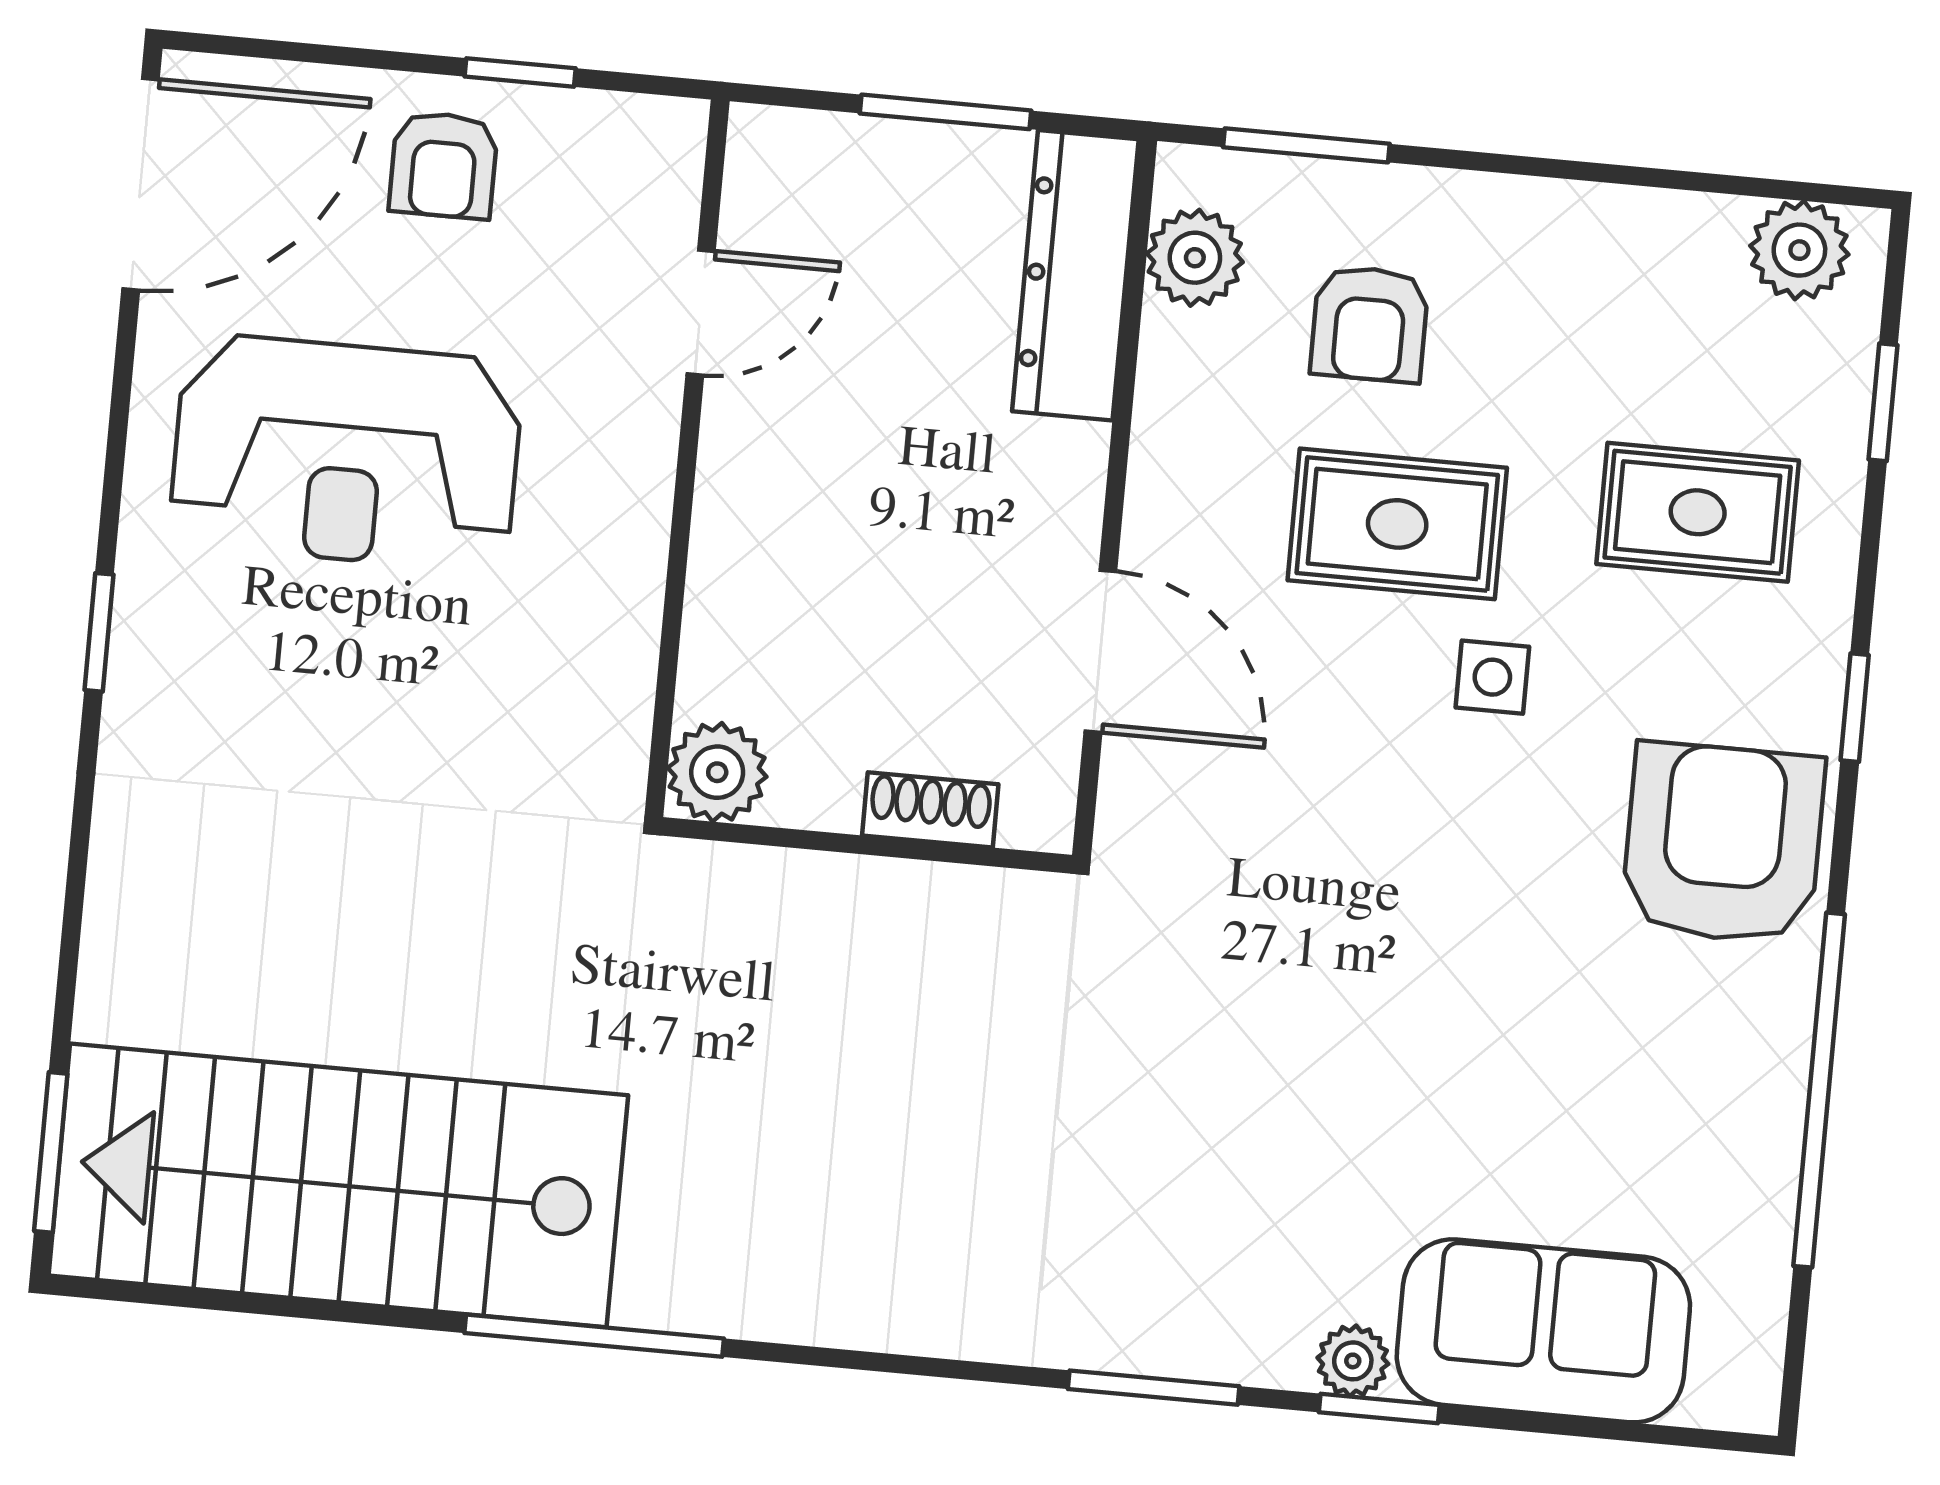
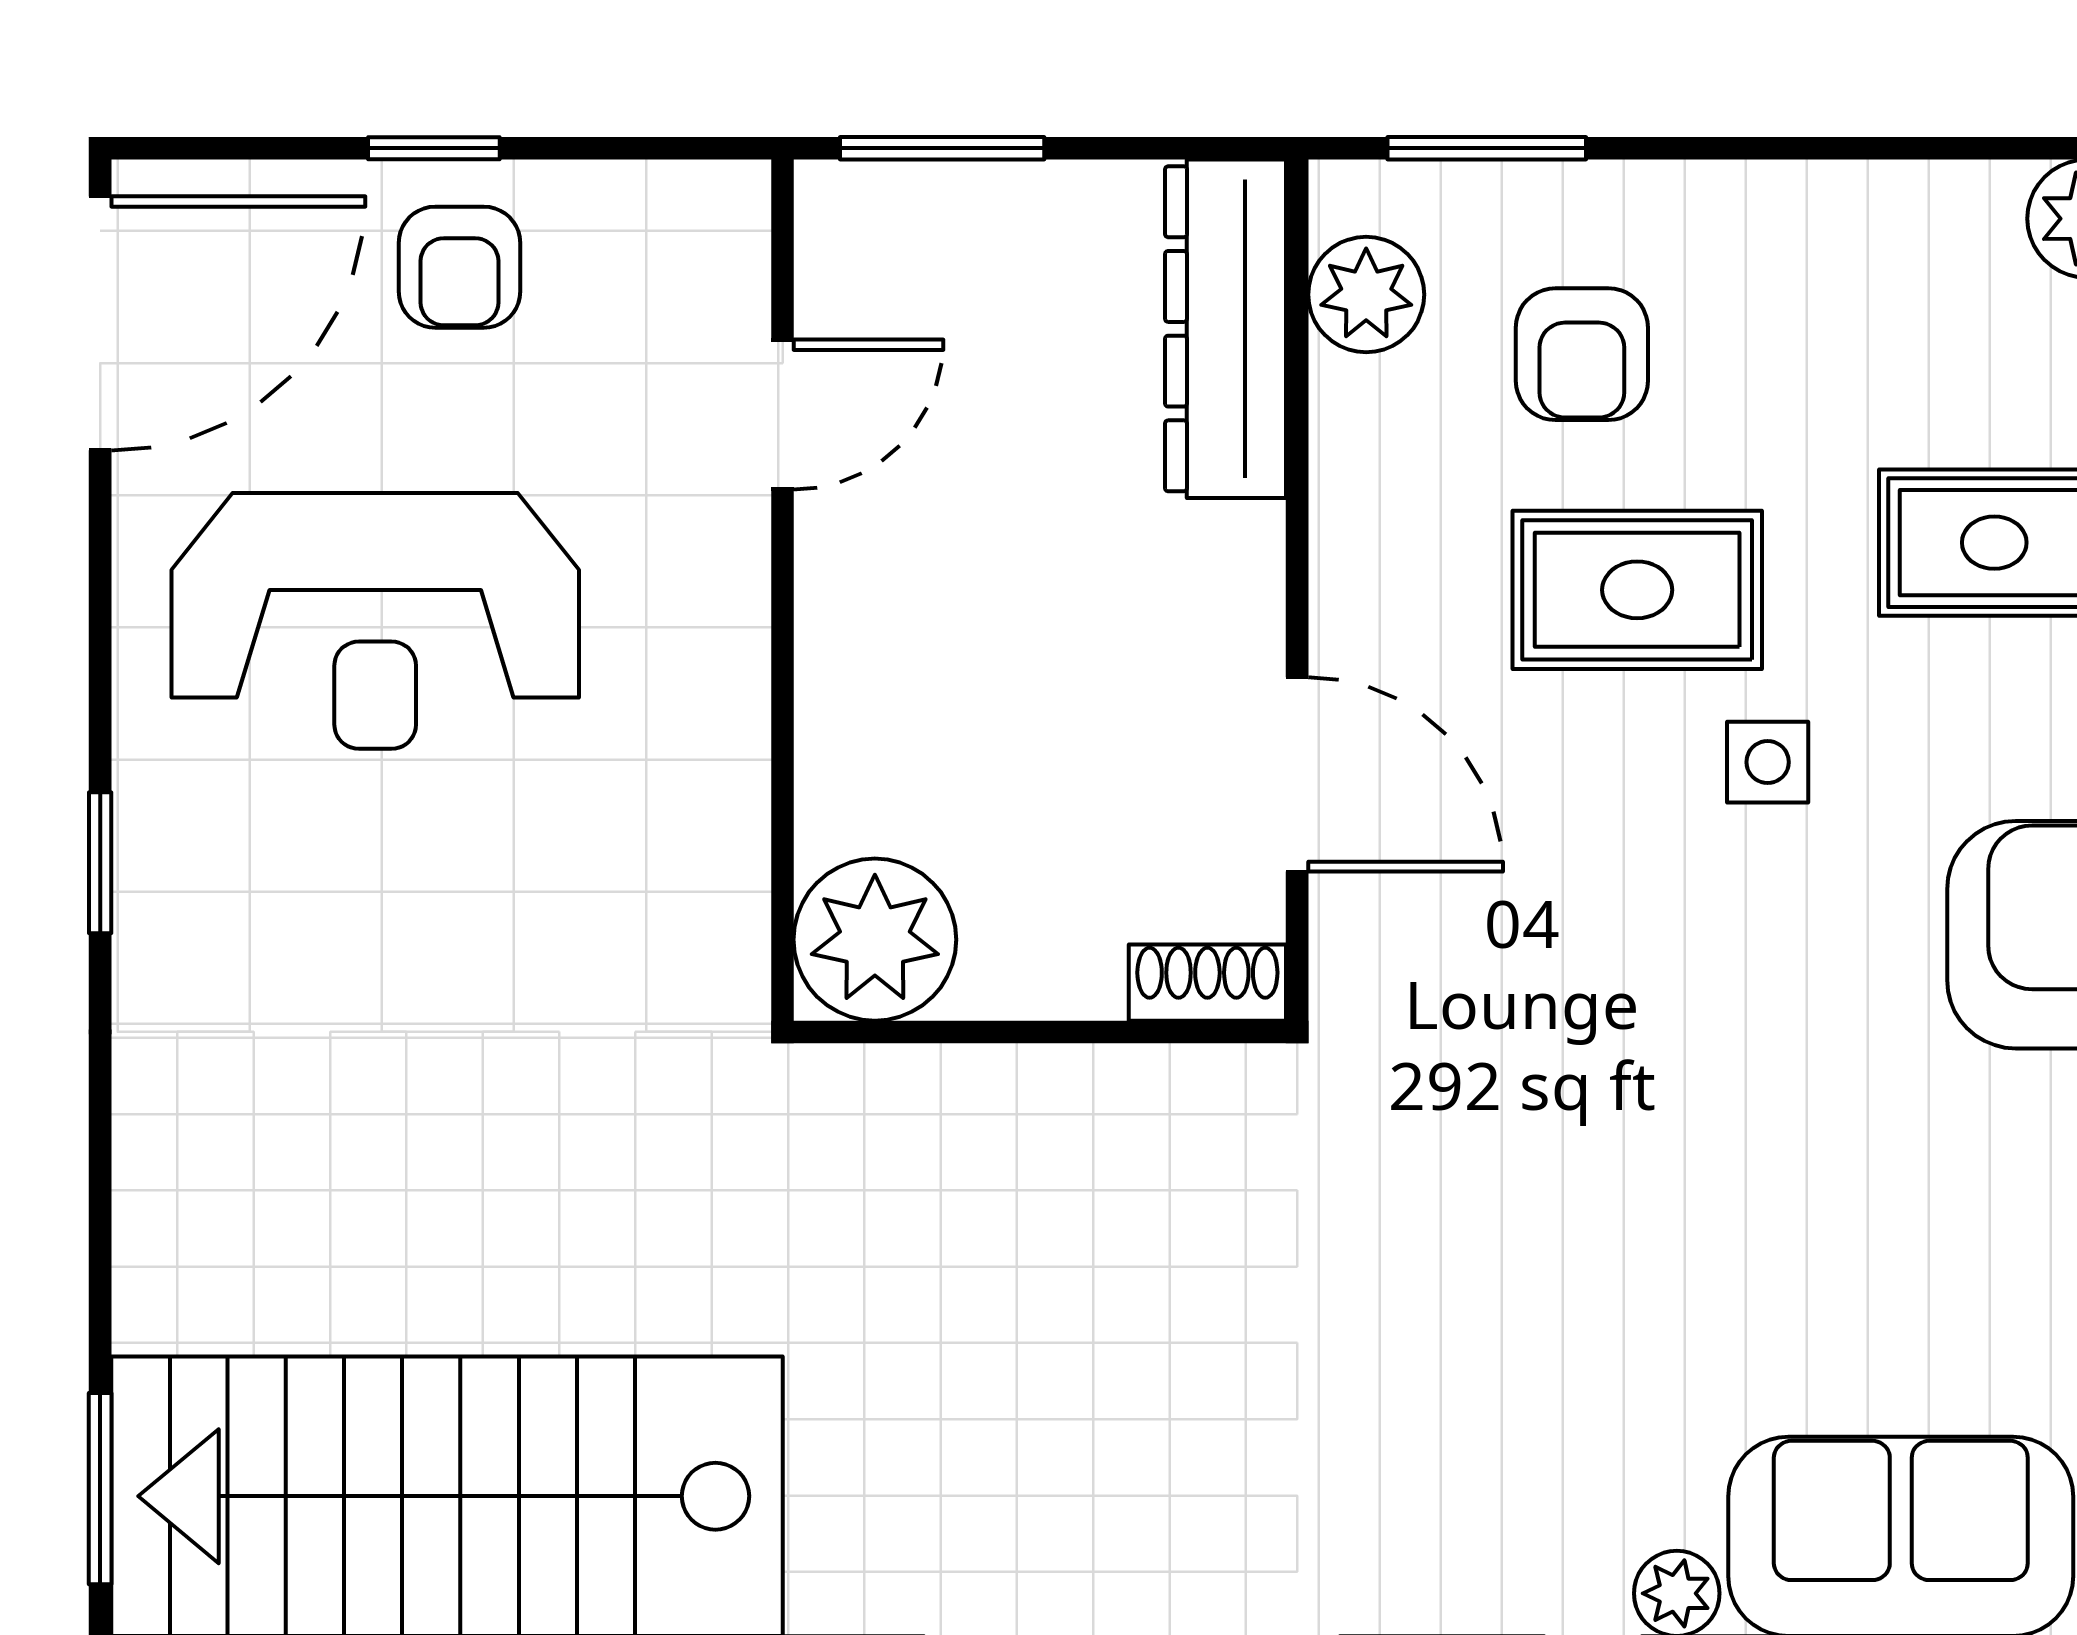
window: (520, 72) -> (434, 148), moved
window: (945, 112) -> (942, 148), moved
plant: (717, 772) -> (875, 940), width x1.36, depth x1.36
shoe rack: (930, 810) -> (1207, 983), moved

